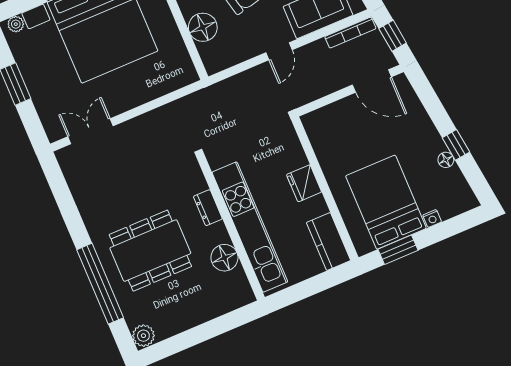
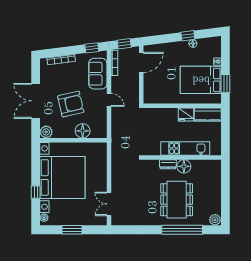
fridge: (304, 183) -> (186, 114), moved
kitchen unit: (250, 227) -> (185, 148), width x0.73
floor lamp: (224, 258) -> (184, 166), moved

